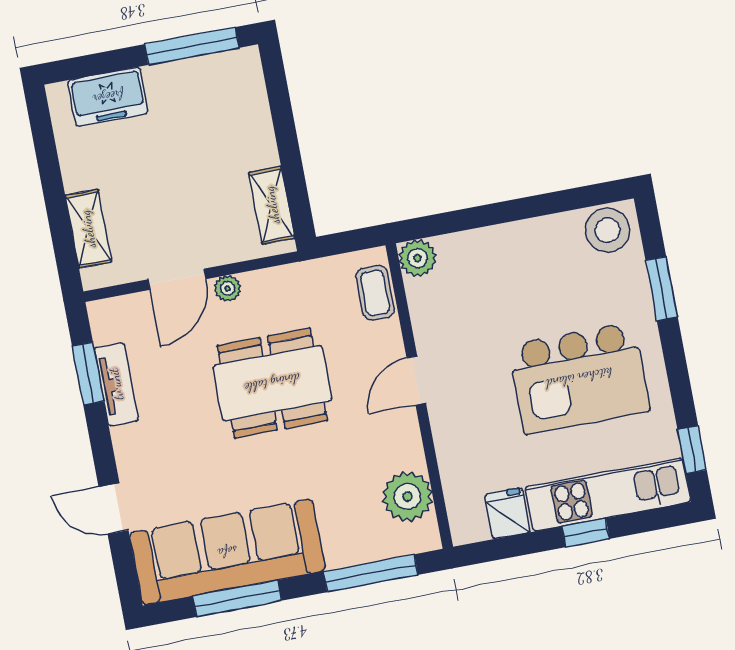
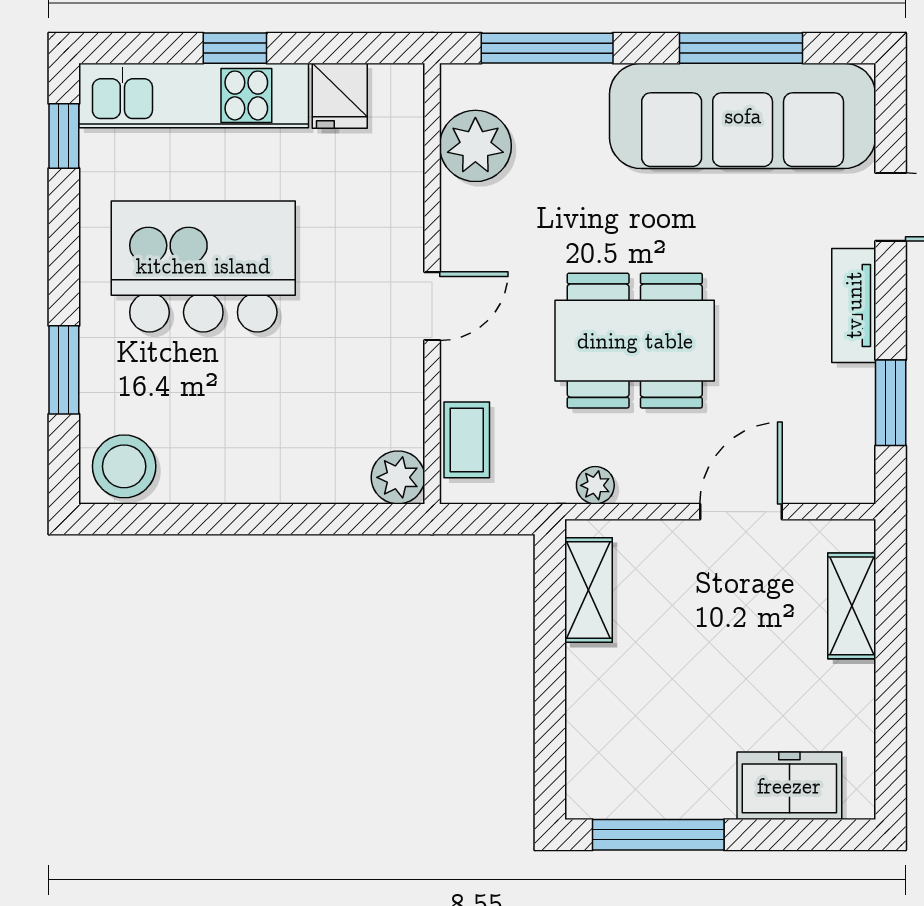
plant: (228, 288) -> (595, 485), moved
tv unit: (116, 384) -> (854, 305), moved

